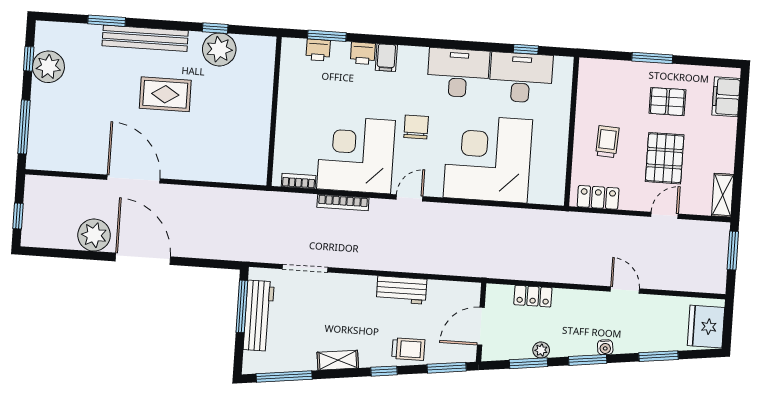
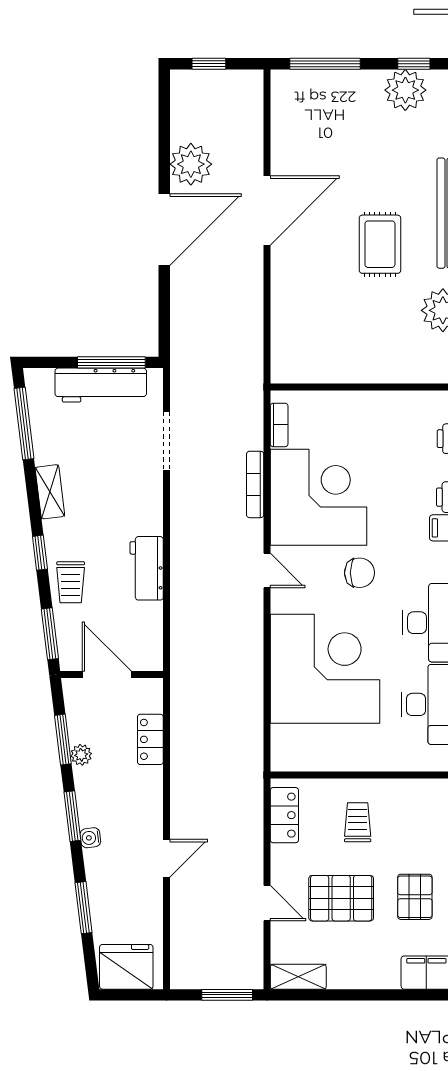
trolley: (607, 142) -> (358, 822), turned -93

